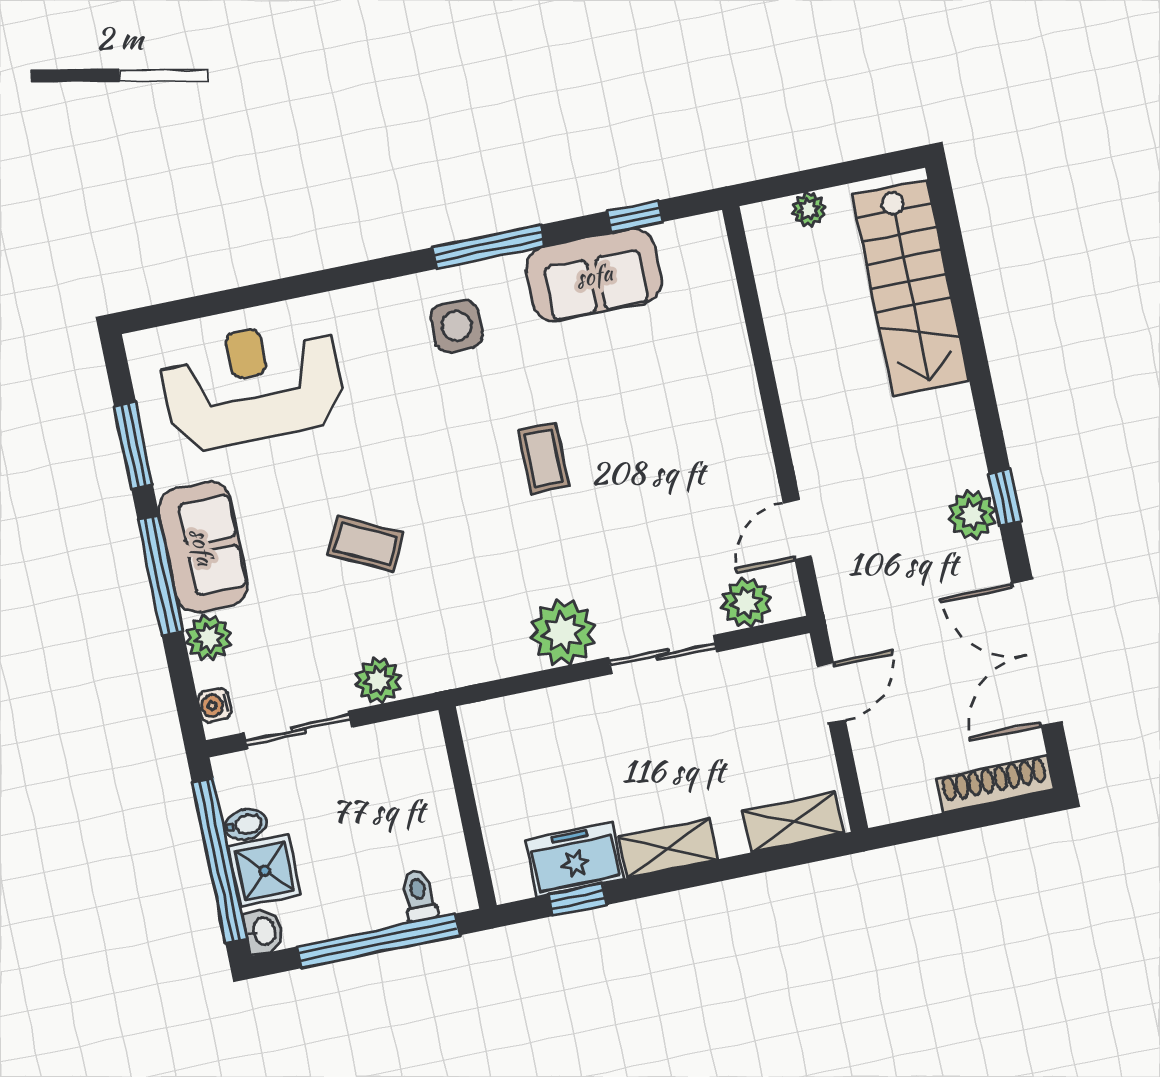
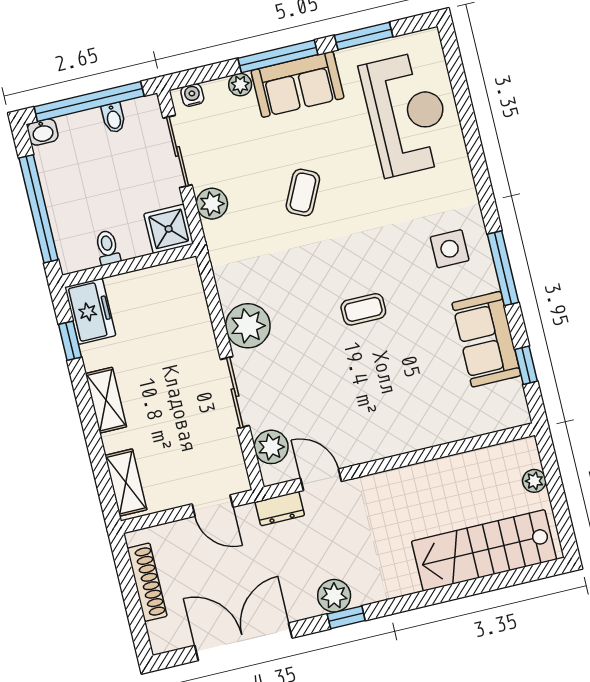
dresser: (839, 592) -> (280, 509), added
plant: (209, 638) -> (240, 85), width x0.73, depth x0.73
shoe rack: (995, 784) -> (147, 582), moved
freezer: (575, 859) -> (90, 311), moved
shower: (265, 871) -> (169, 229), moved
toilet: (419, 896) -> (108, 248), moved, turned -90

